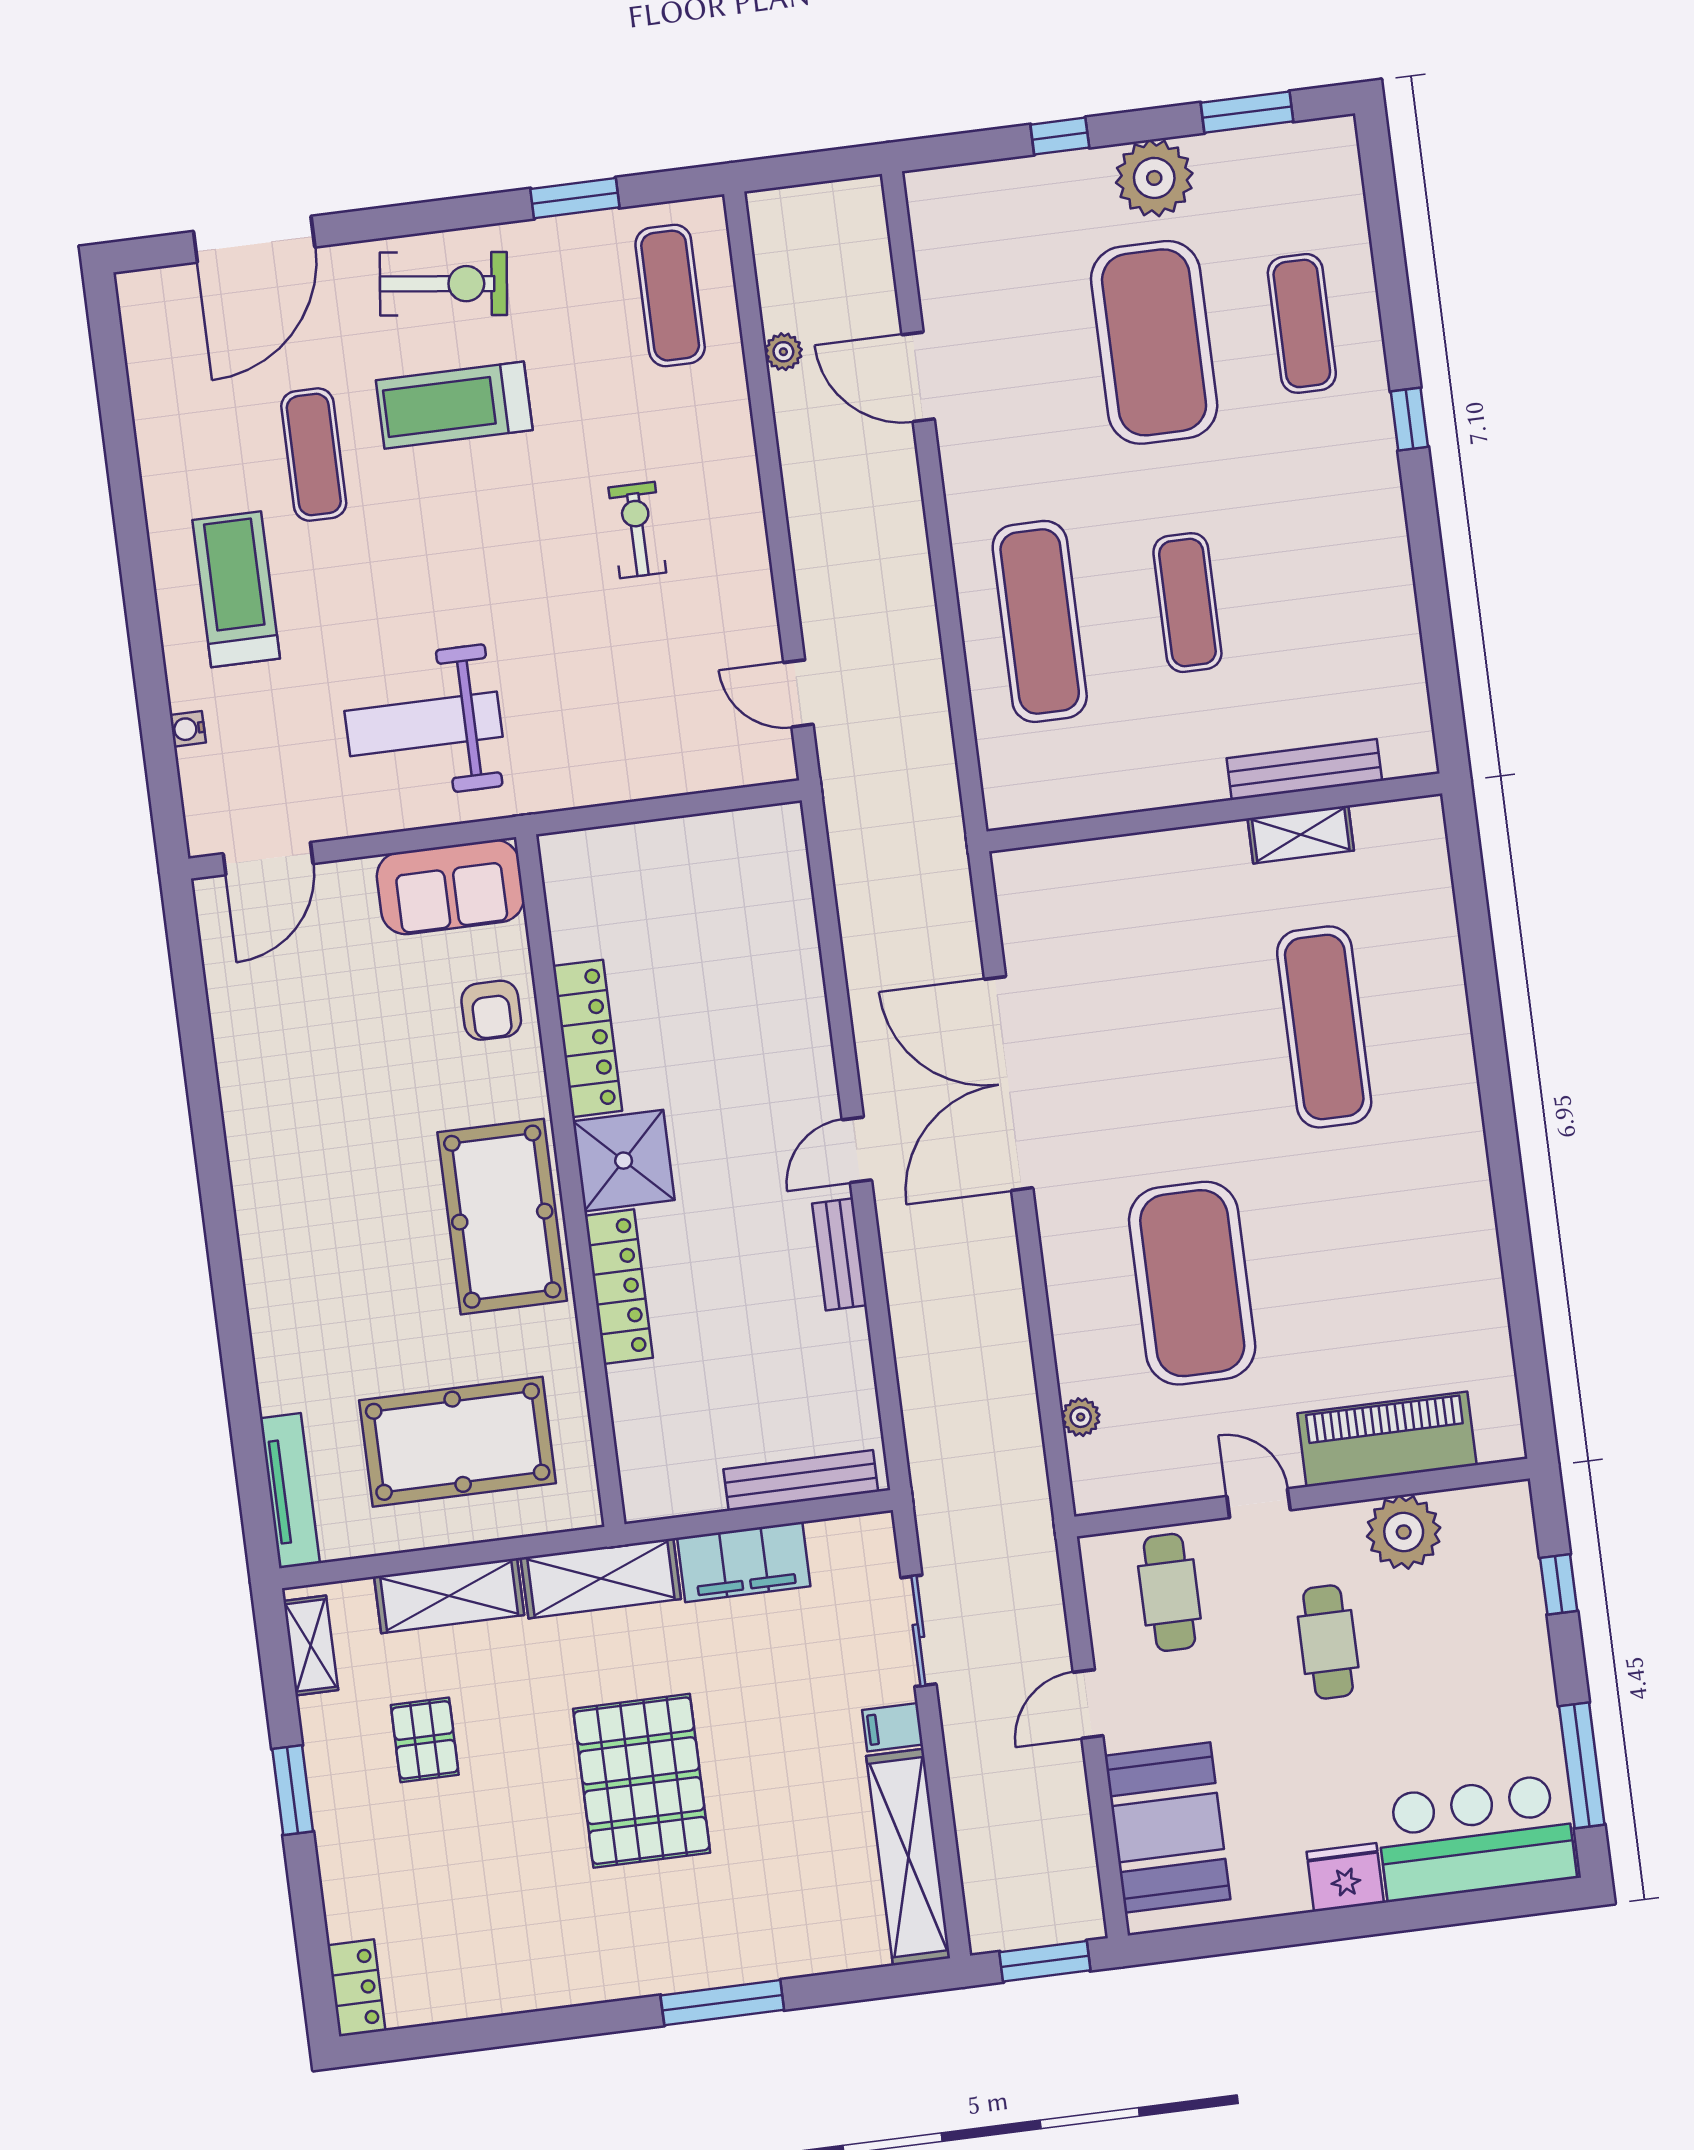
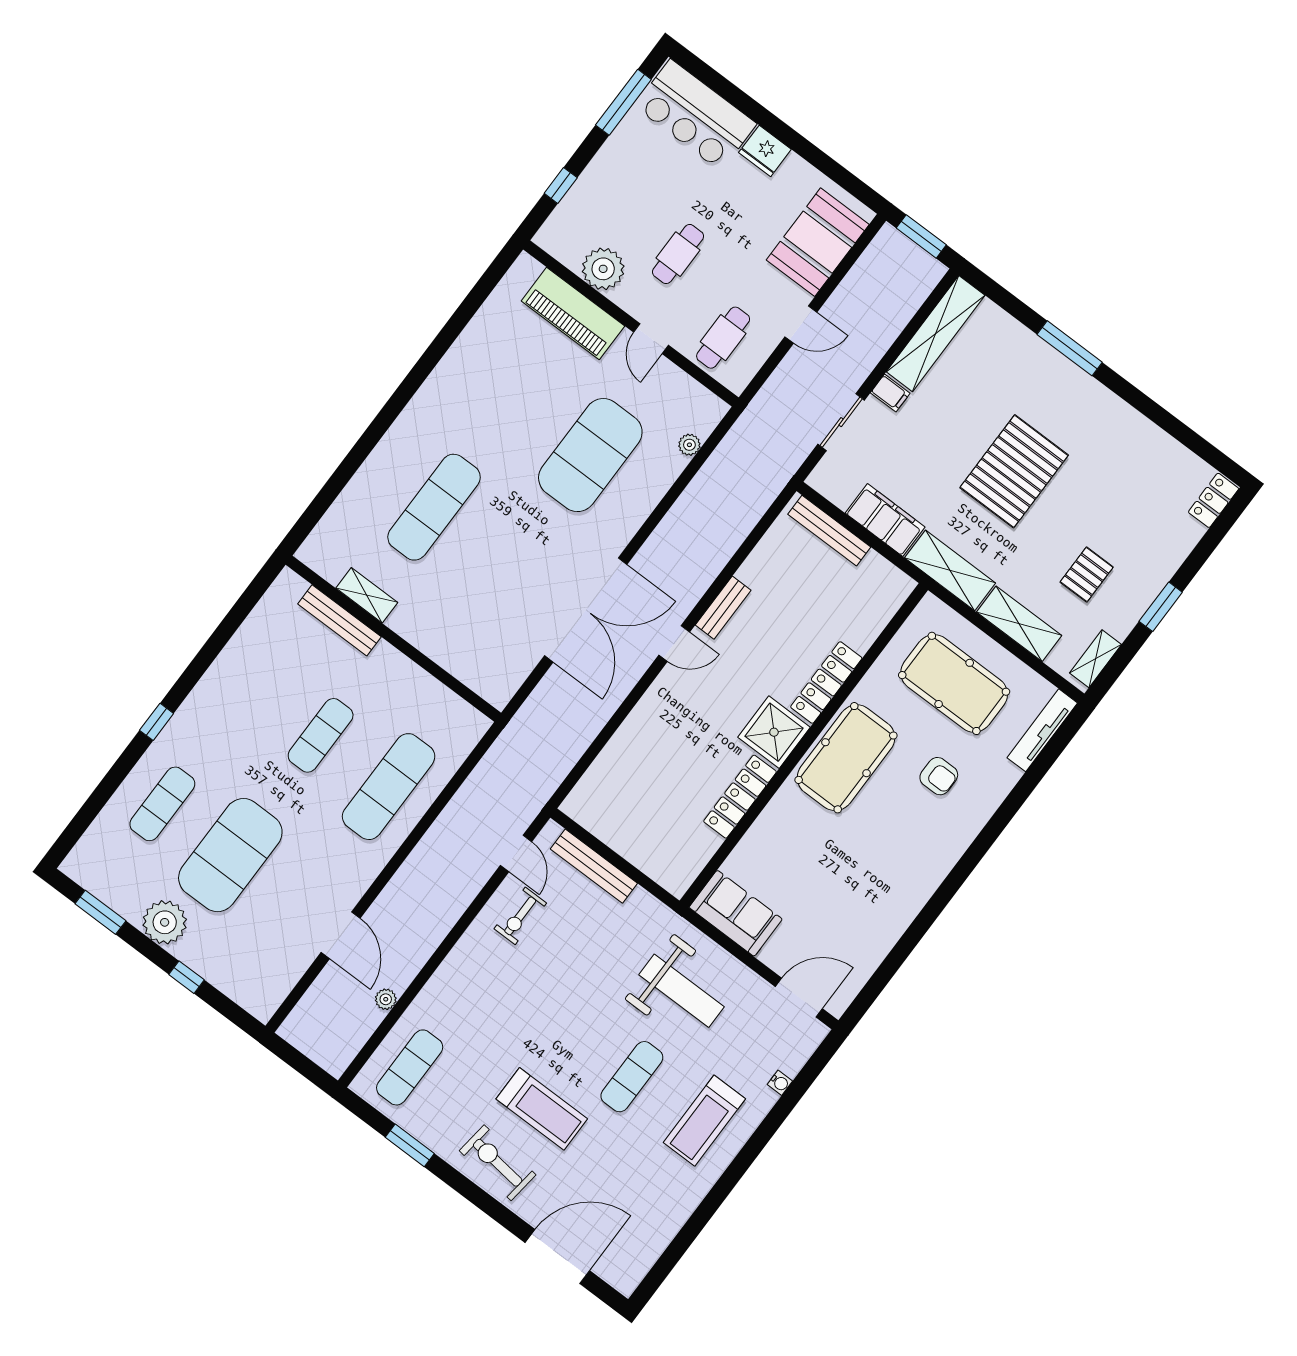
exercise mat: (314, 455) -> (632, 1077), moved
exercise bike: (637, 530) -> (520, 916), moved
bench: (685, 773) -> (594, 866), added
armchair: (491, 1010) -> (939, 776), moved, turned 90

